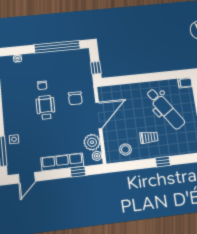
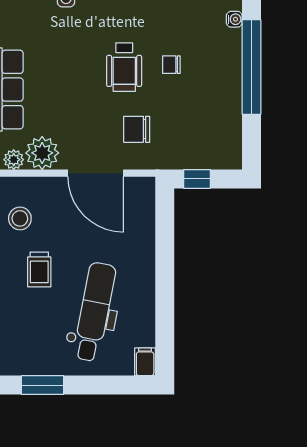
window: (57, 47) -> (251, 67), moved
wheelchair: (46, 107) -> (124, 67), turned 90
dental chair: (165, 109) -> (94, 312), turned 135

